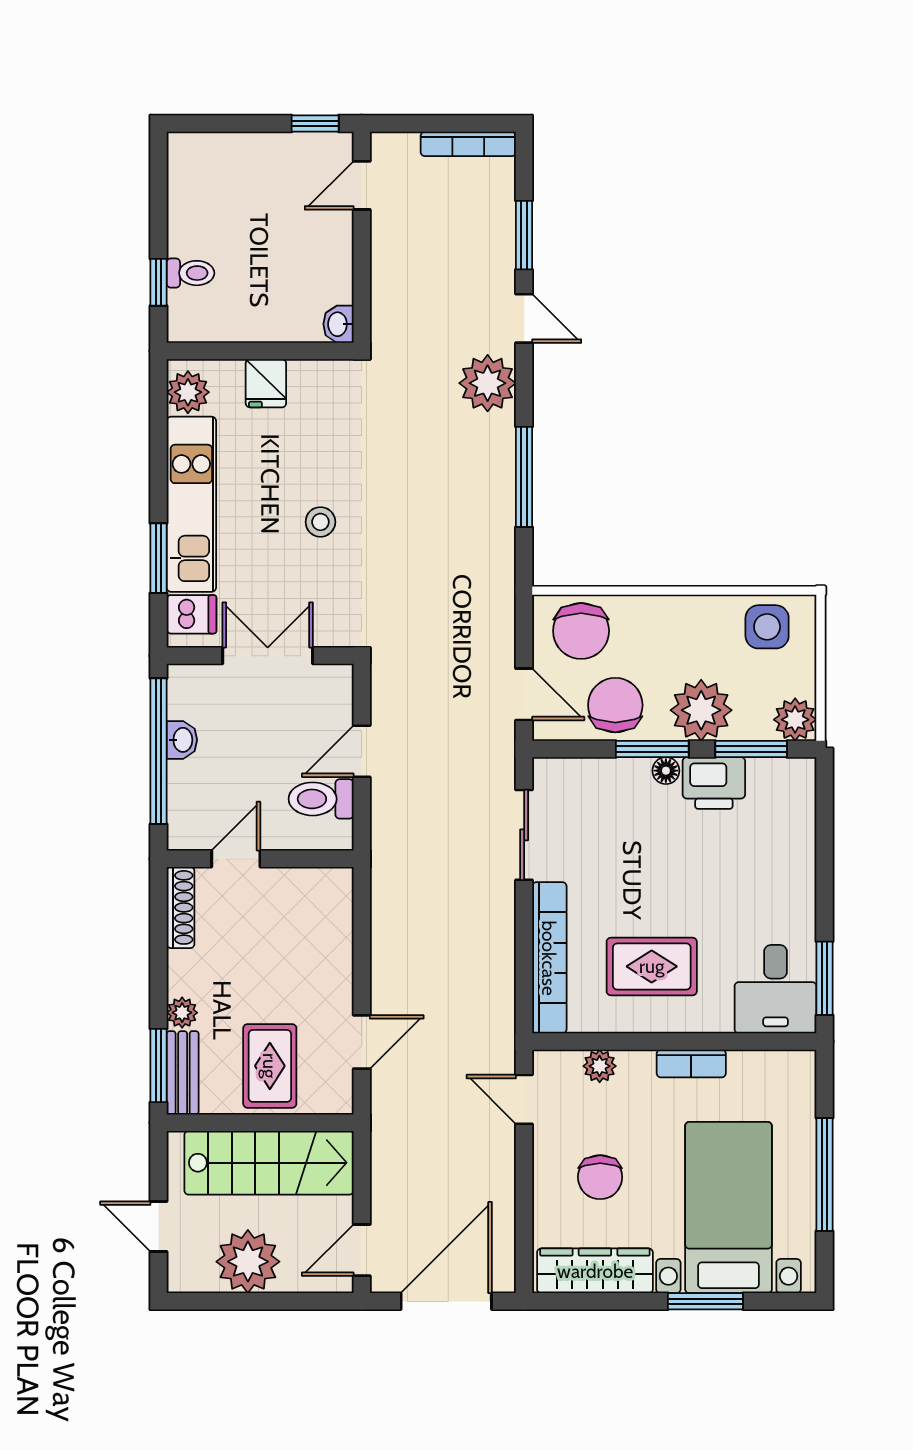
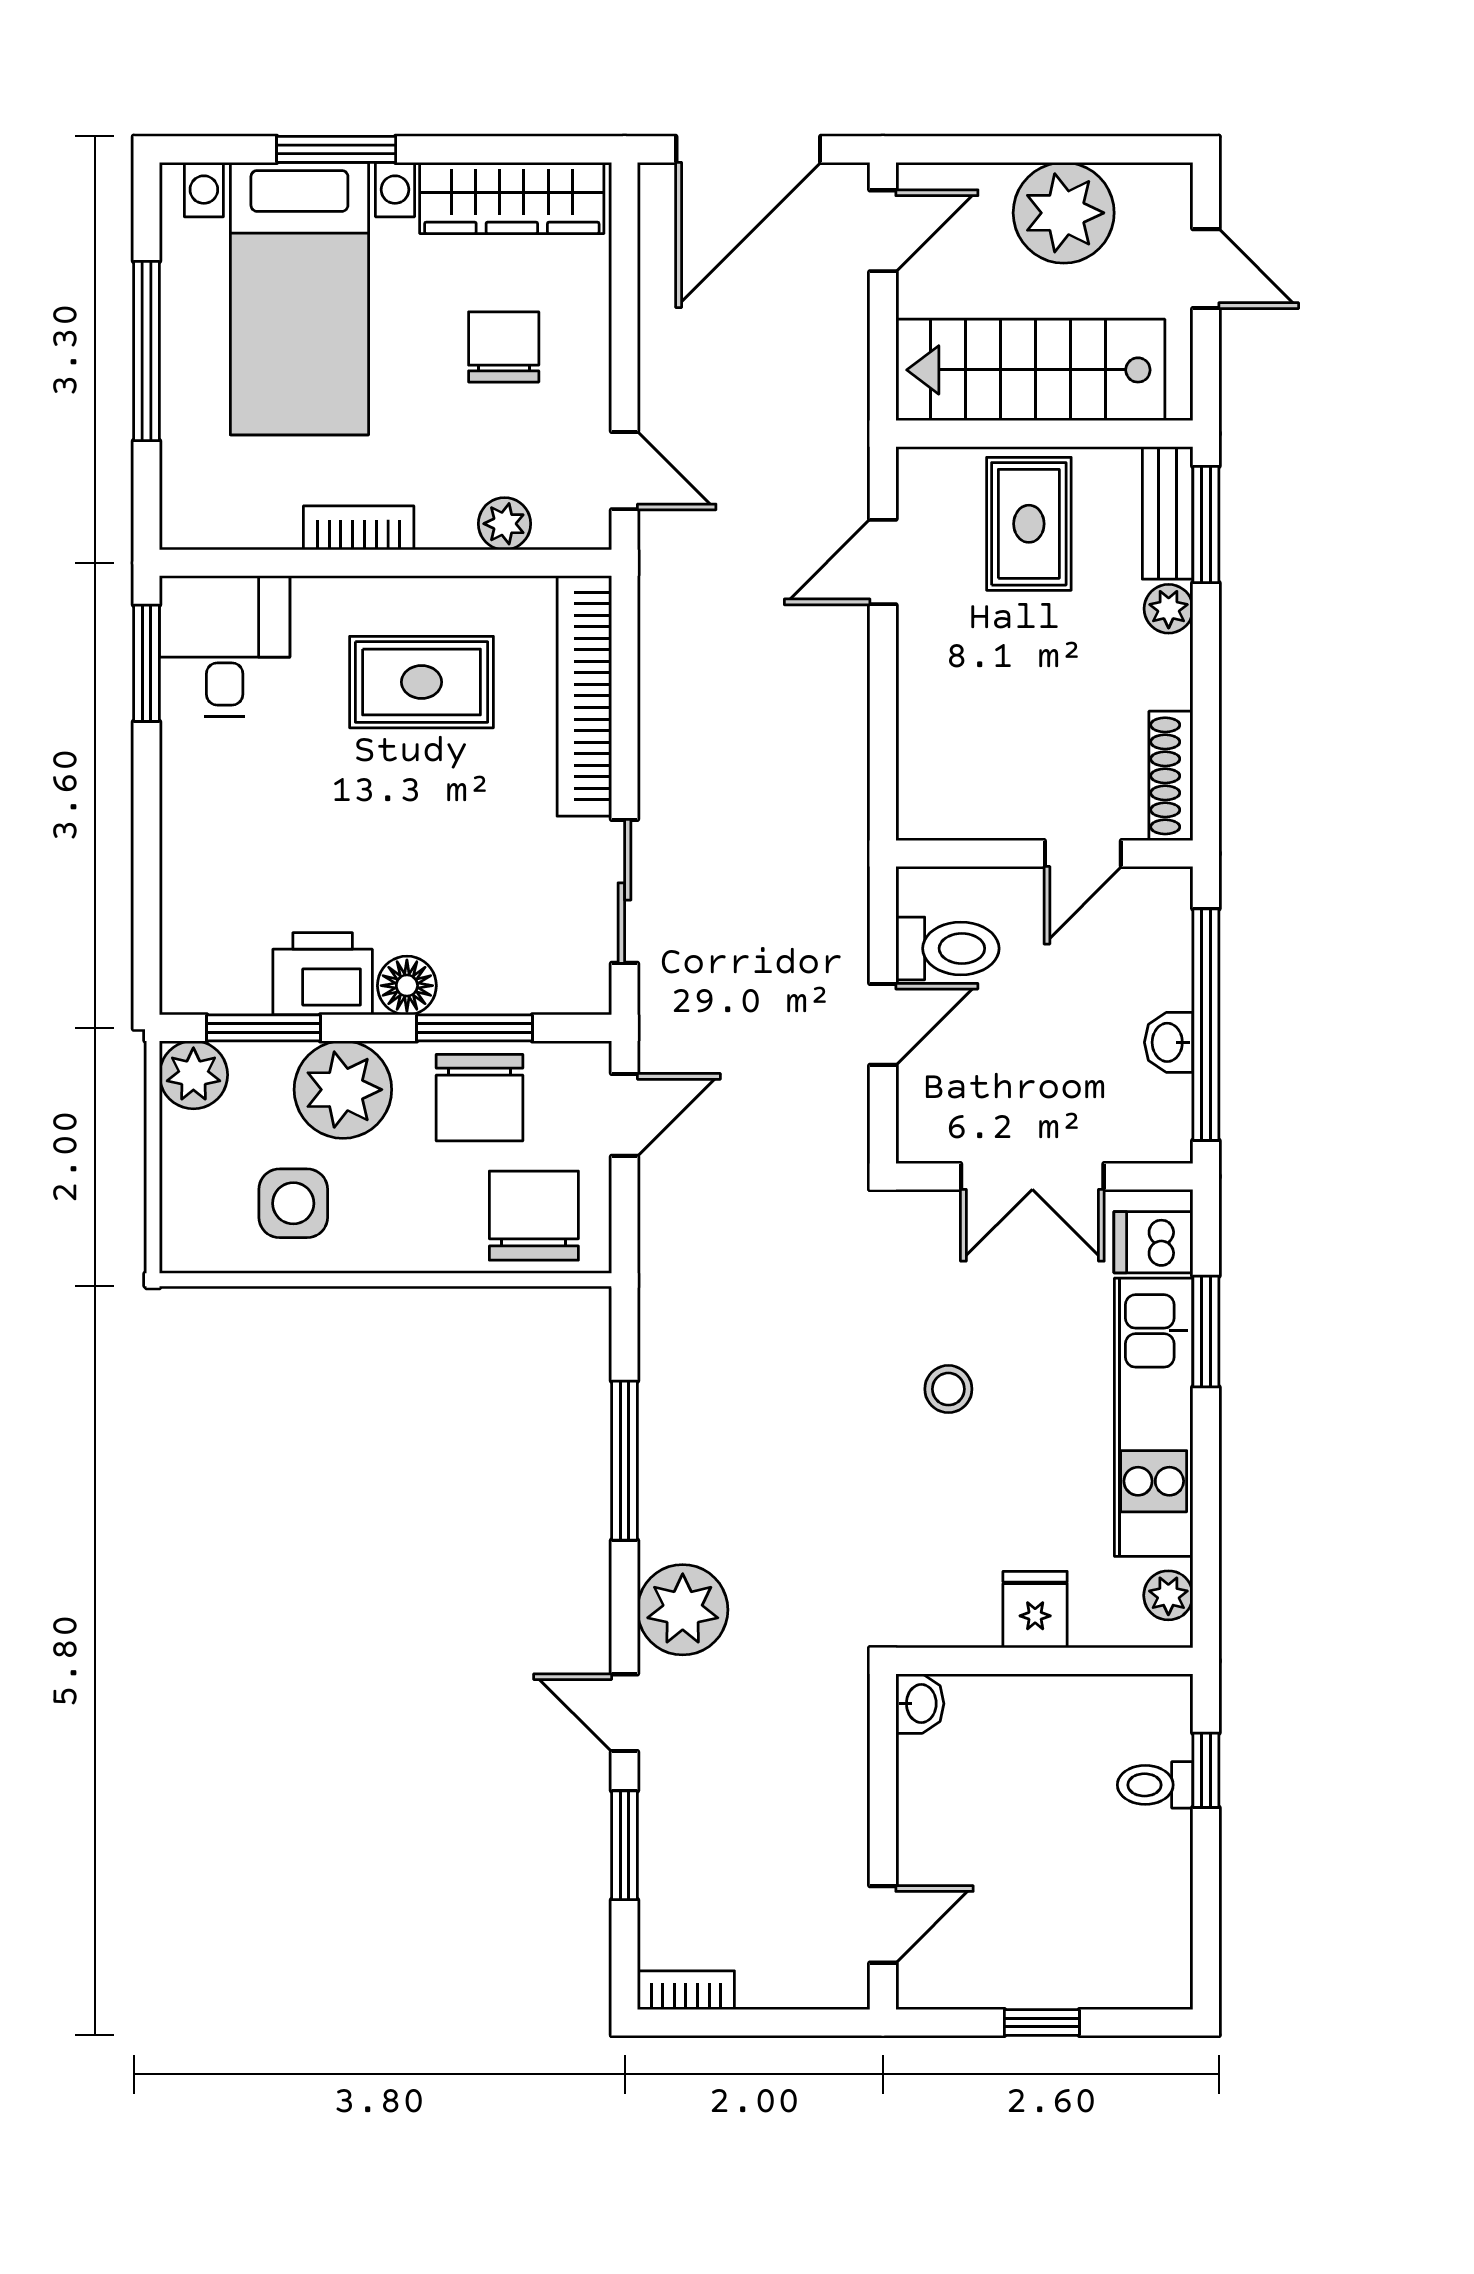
window: (315, 124) -> (1042, 2023), moved
bookcase: (468, 144) -> (686, 1990), width x0.64
plant: (188, 392) -> (1168, 1595), width x0.73, depth x0.73
side table: (767, 627) -> (293, 1203), moved
door: (524, 694) -> (625, 1115), swing flipped
window: (652, 749) -> (474, 1028), moved
floor lamp: (666, 771) -> (407, 986), width x1.37, depth x1.37

